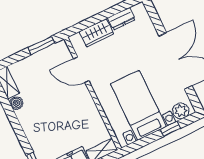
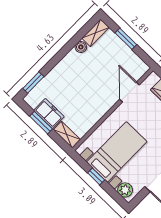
window: (41, 45) -> (126, 39), moved
window: (170, 129) -> (96, 176), moved

